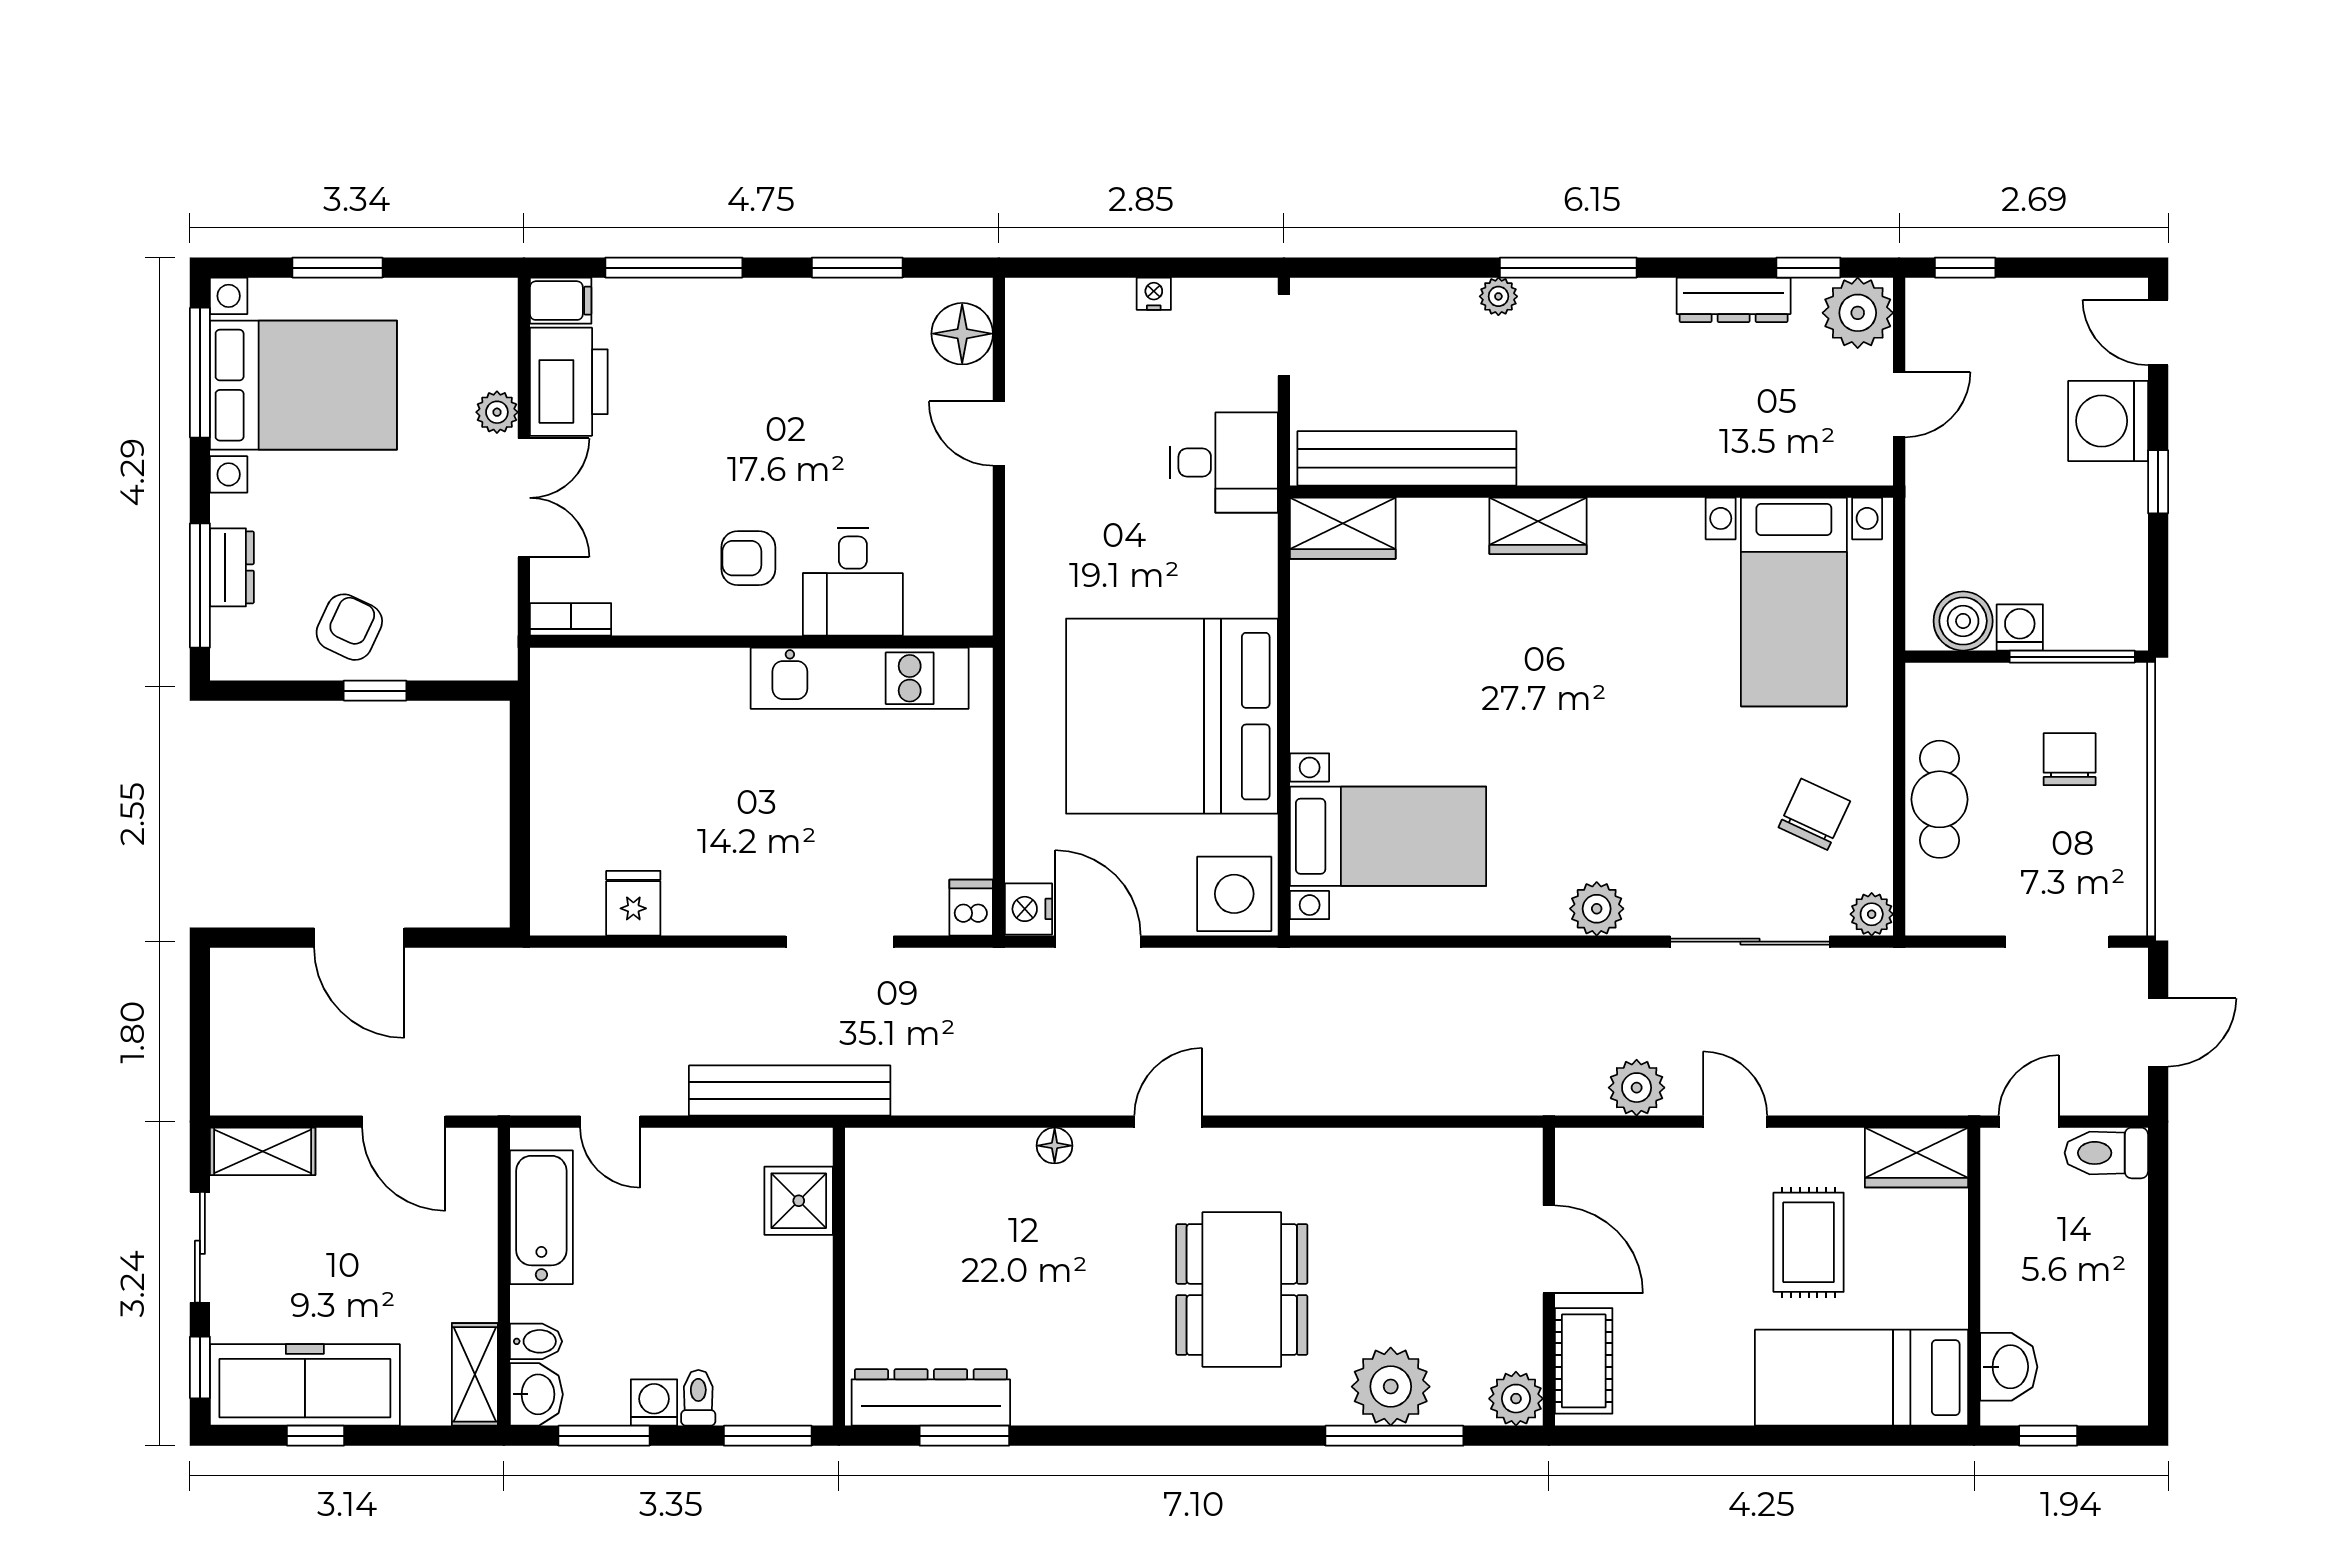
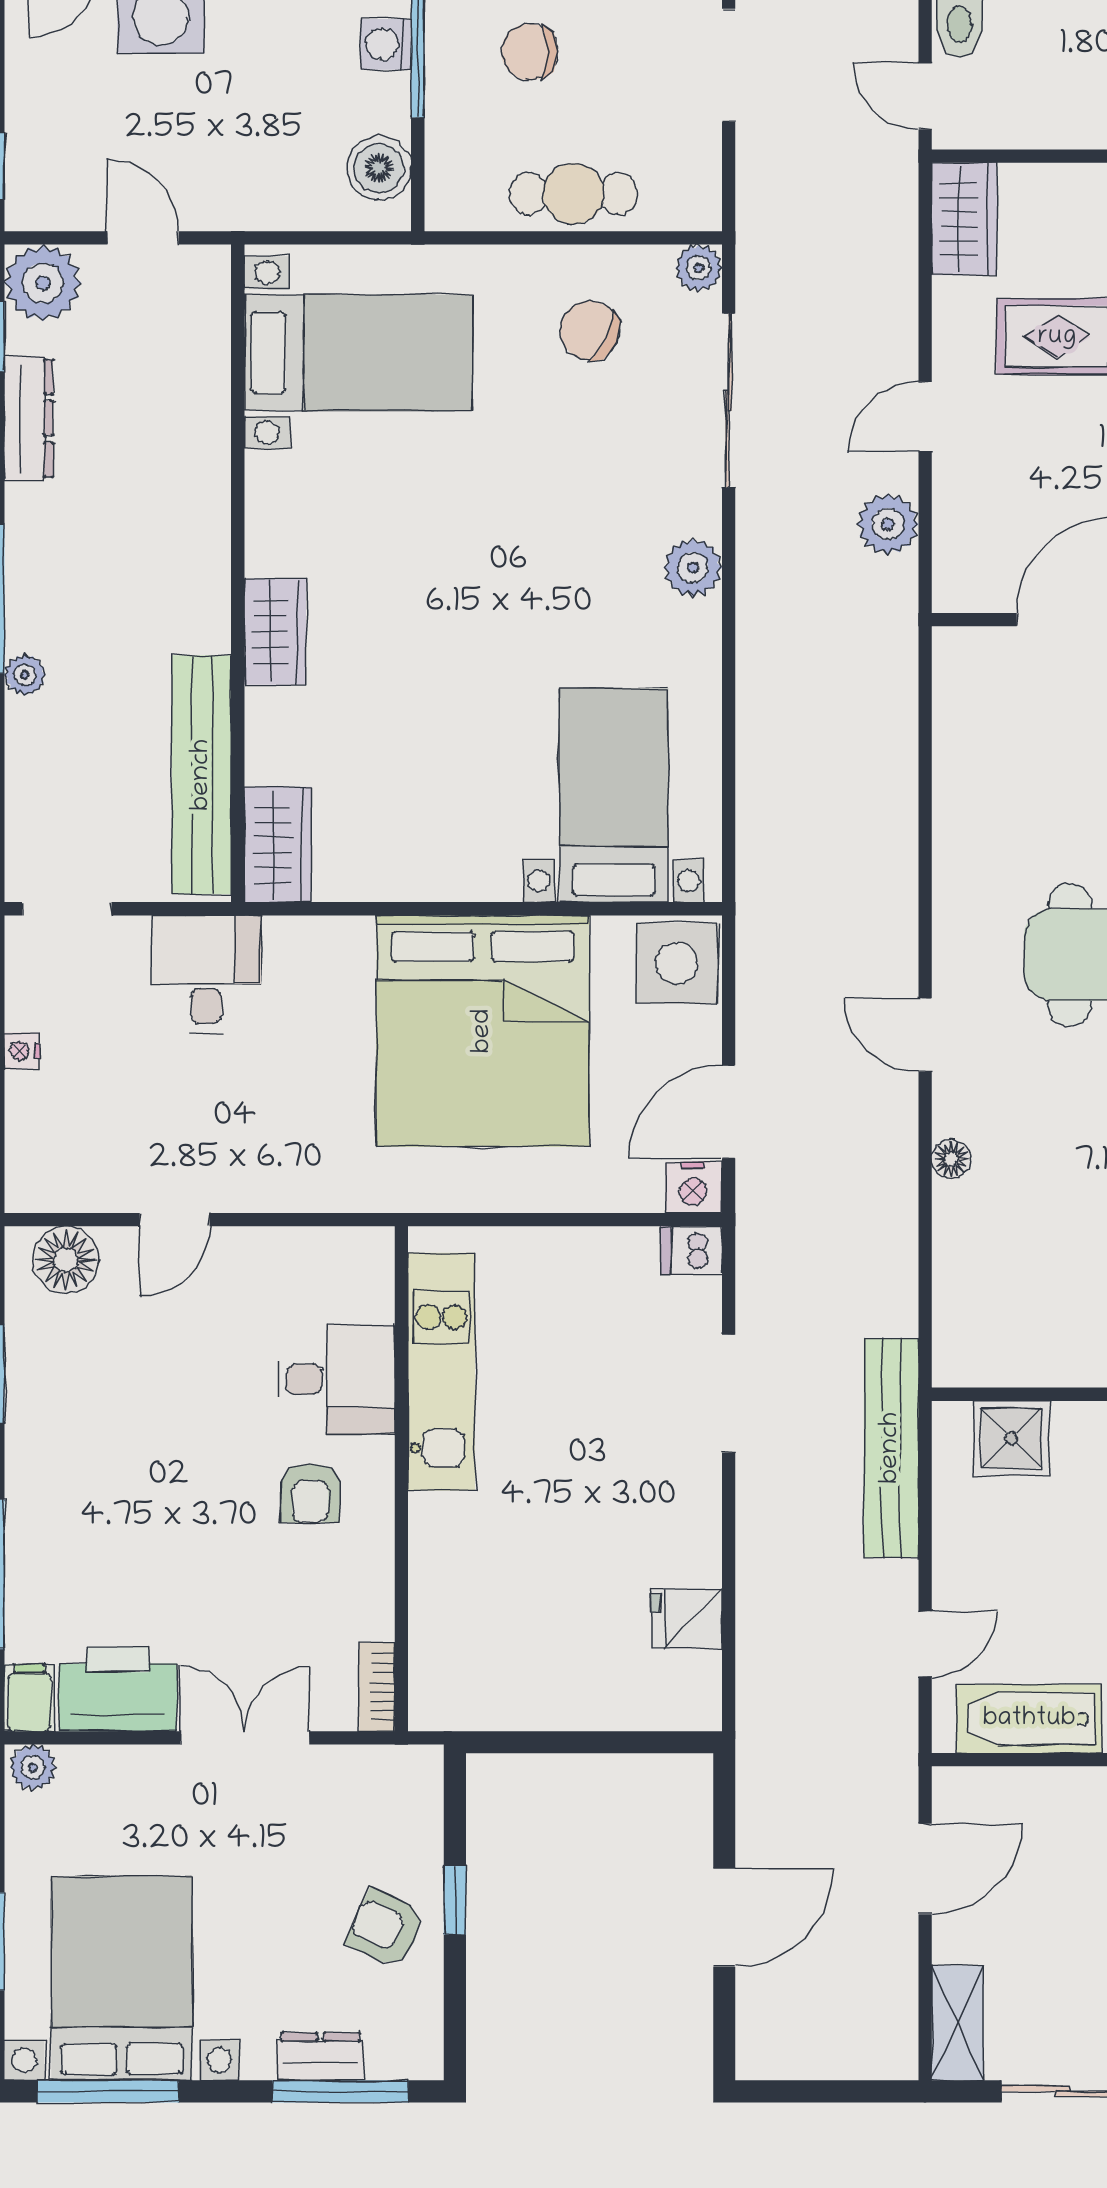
plant: (497, 412) -> (33, 1767), moved
washing machine: (2020, 627) -> (386, 44), moved

